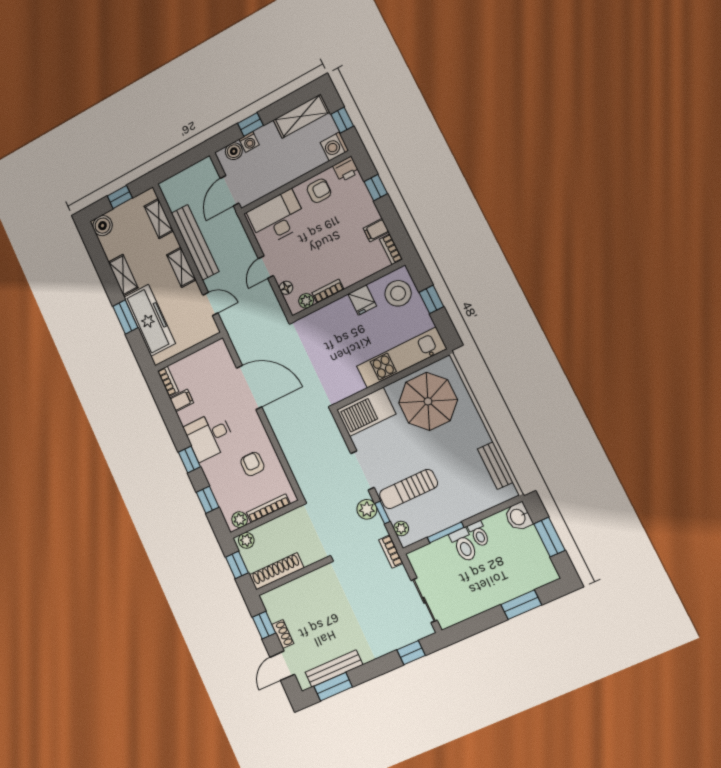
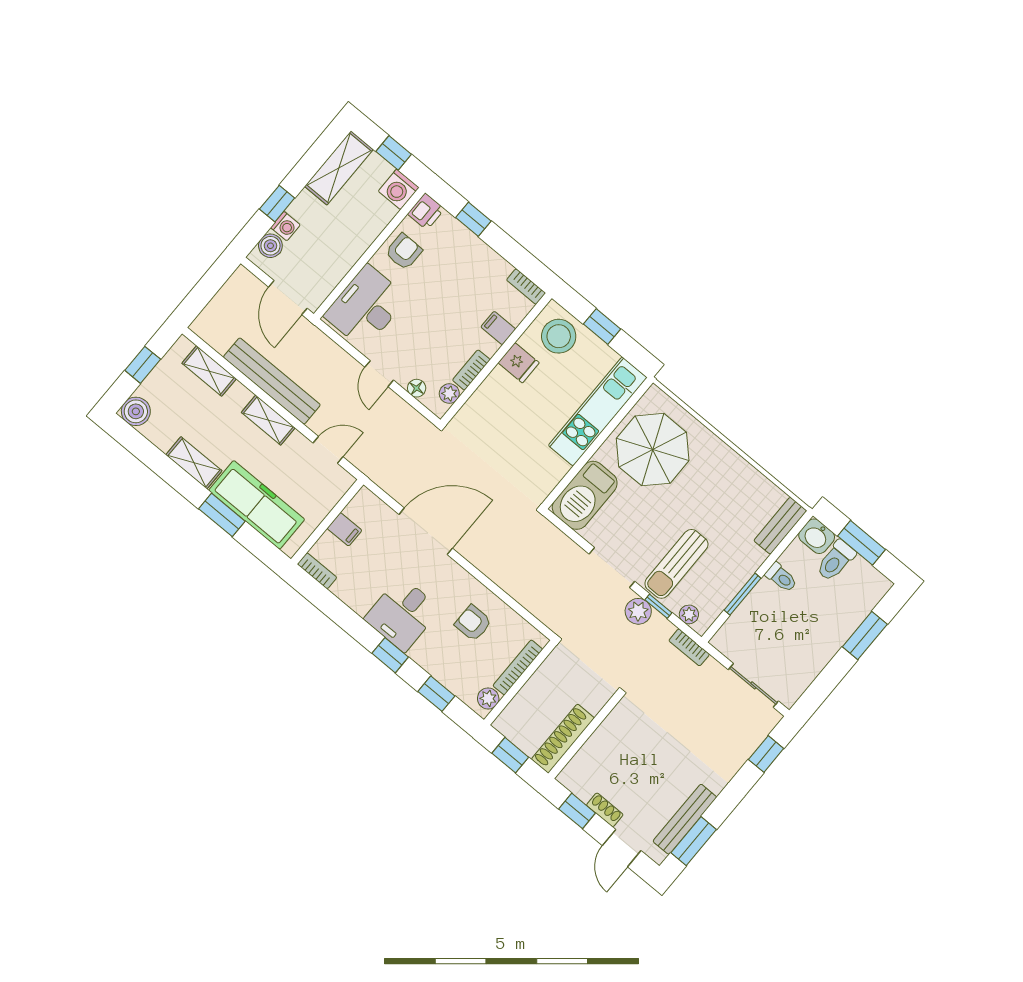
filing cabinet: (376, 230) -> (498, 328), moved, turned 90
filing cabinet: (182, 400) -> (344, 529), moved, turned 90
bench: (495, 466) -> (780, 526), moved, turned 90
plant: (246, 540) -> (508, 720), removed
toilet: (464, 545) -> (836, 561), moved, turned 90

